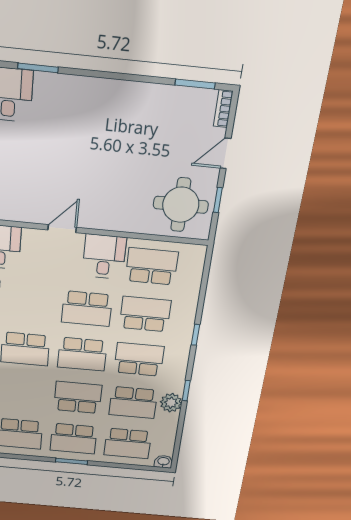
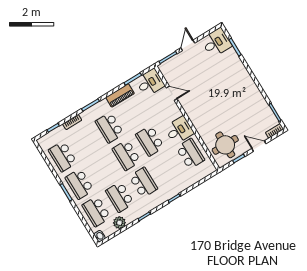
door: (62, 229) -> (172, 93), moved
school desk: (145, 314) -> (167, 168), removed
school desk: (78, 397) -> (103, 169), removed
plant: (171, 403) -> (119, 223), moved

